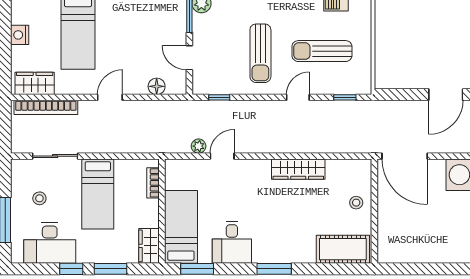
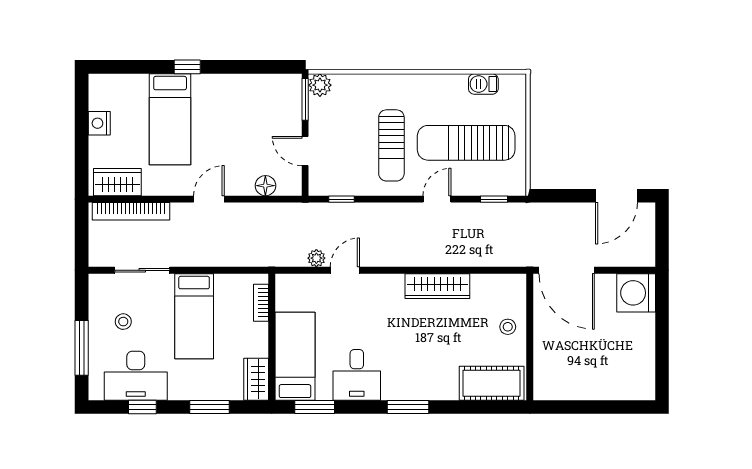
sun lounger: (322, 51) -> (466, 143), width x1.36, depth x1.34
window: (71, 269) -> (142, 407), moved

